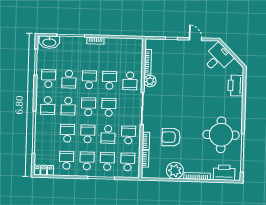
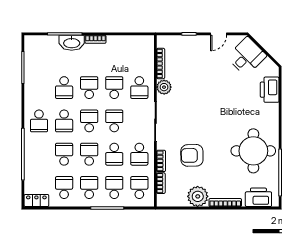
door: (195, 39) -> (219, 34), swing flipped
washbasin: (49, 42) -> (72, 43), moved
school desk: (49, 79) -> (39, 88), removed
school desk: (128, 135) -> (139, 154), turned 180

